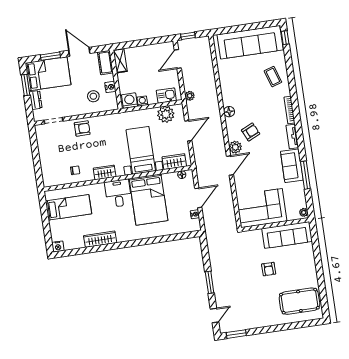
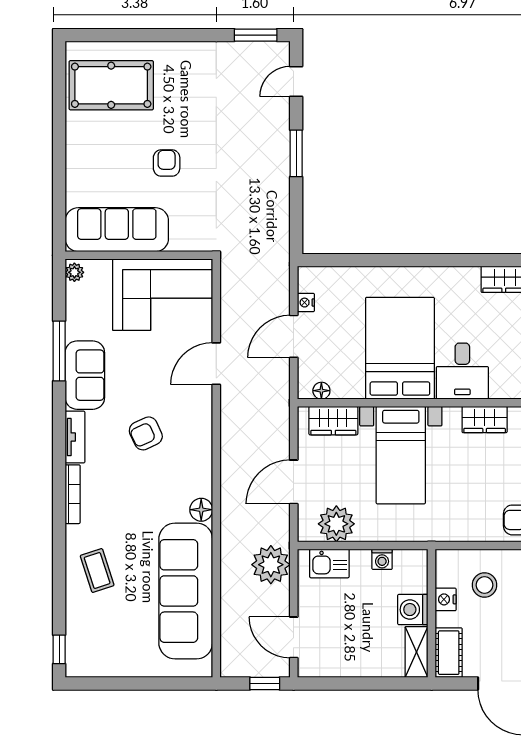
sofa: (250, 42) -> (186, 591), moved, turned -90
door: (178, 59) -> (294, 637), swing flipped
plant: (190, 96) -> (271, 565), width x1.88, depth x1.88
washing machine: (129, 101) -> (413, 610), moved, turned 90
armchair: (251, 132) -> (146, 433), moved
plant: (235, 147) -> (199, 432), removed
door: (230, 165) -> (216, 364), moved

